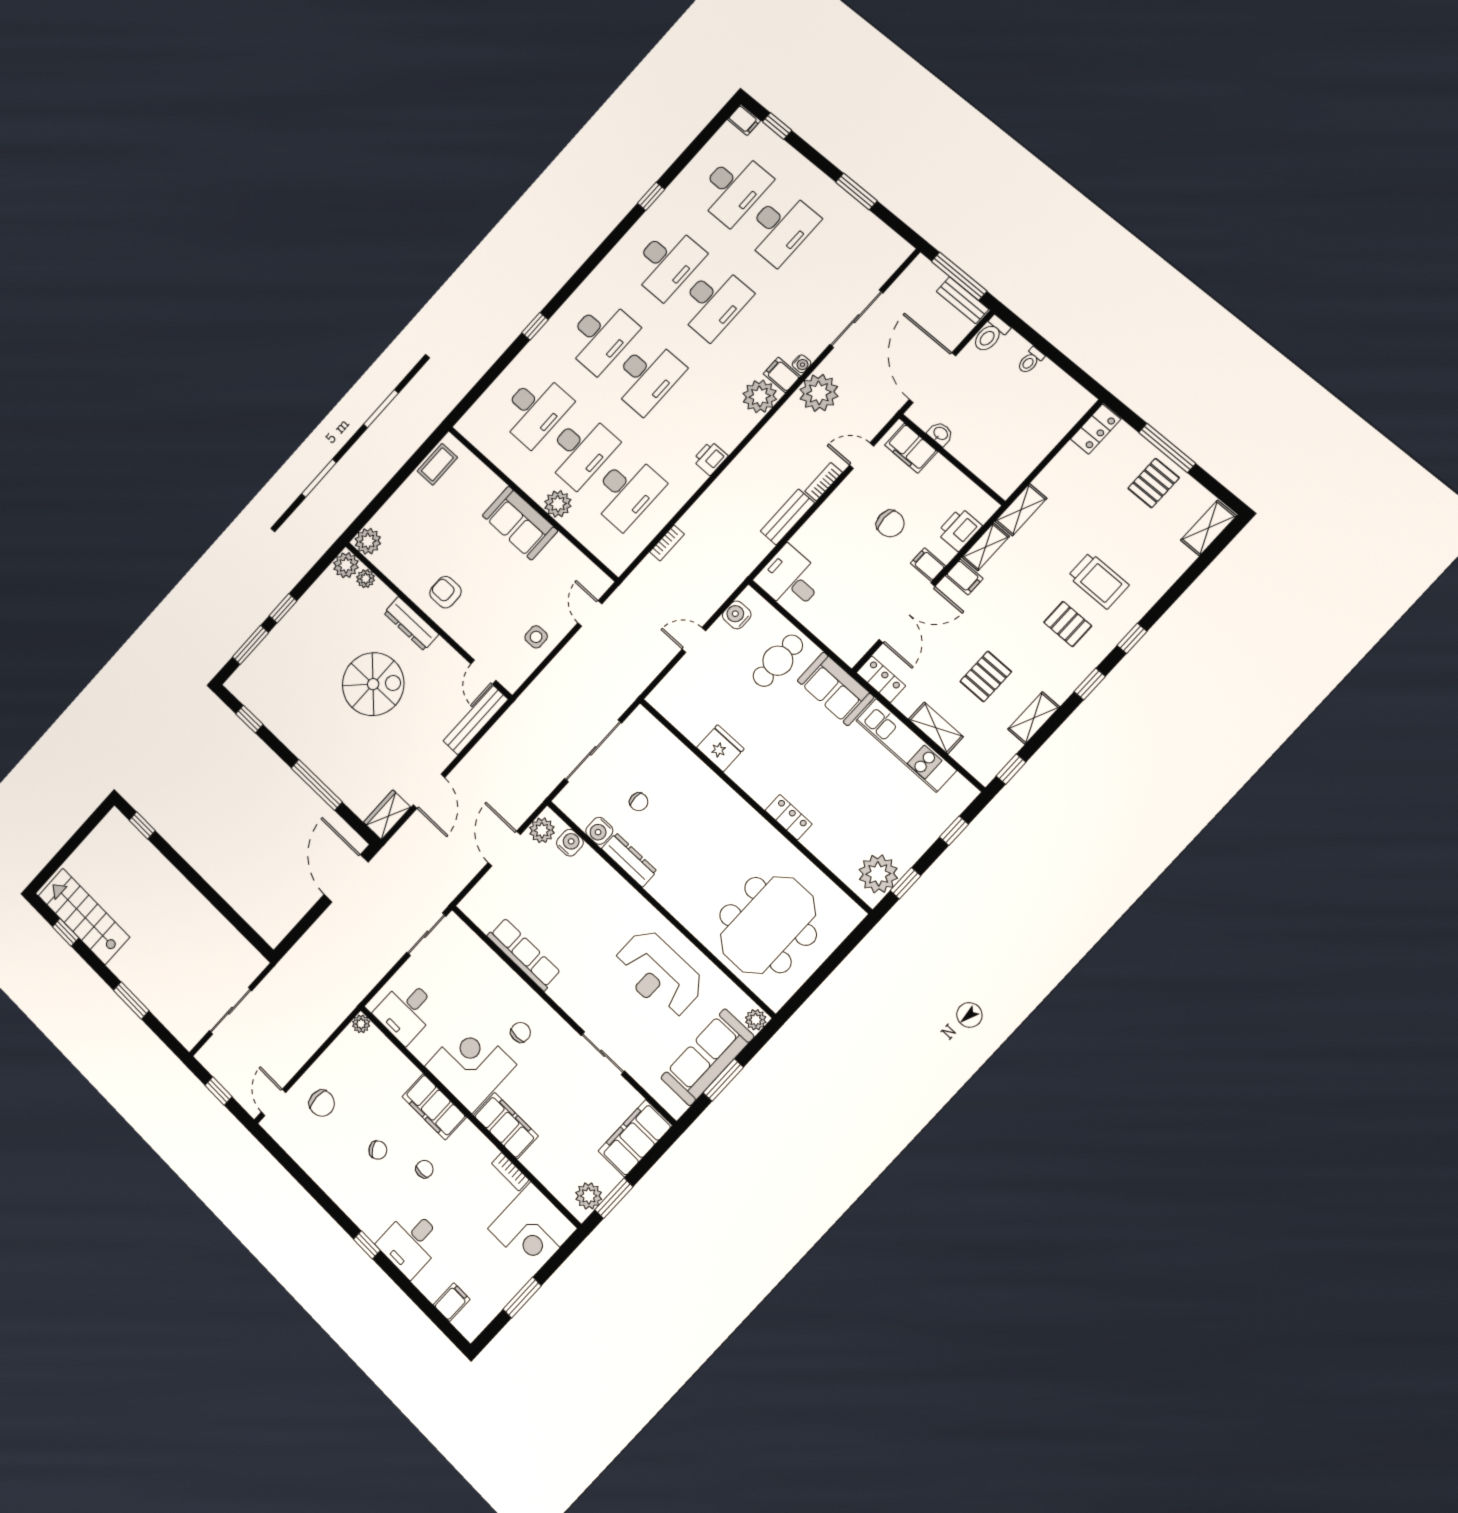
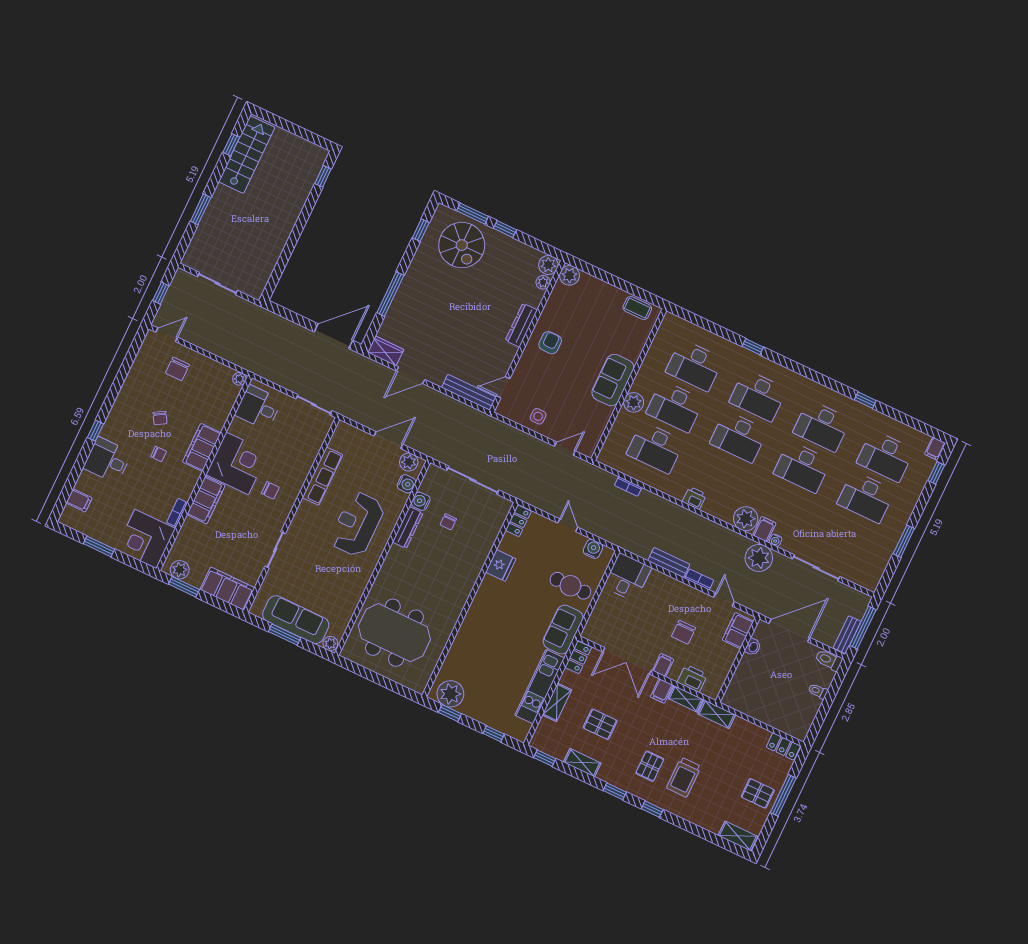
spiral stairs: (373, 684) -> (462, 245), moved
locker: (789, 817) -> (518, 521), moved
reception desk: (658, 974) -> (357, 524), moved

